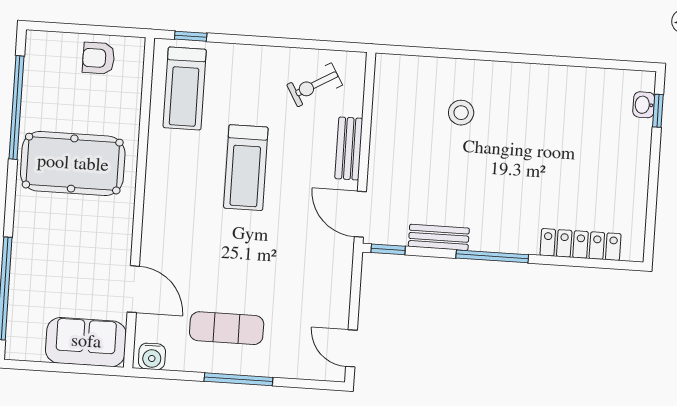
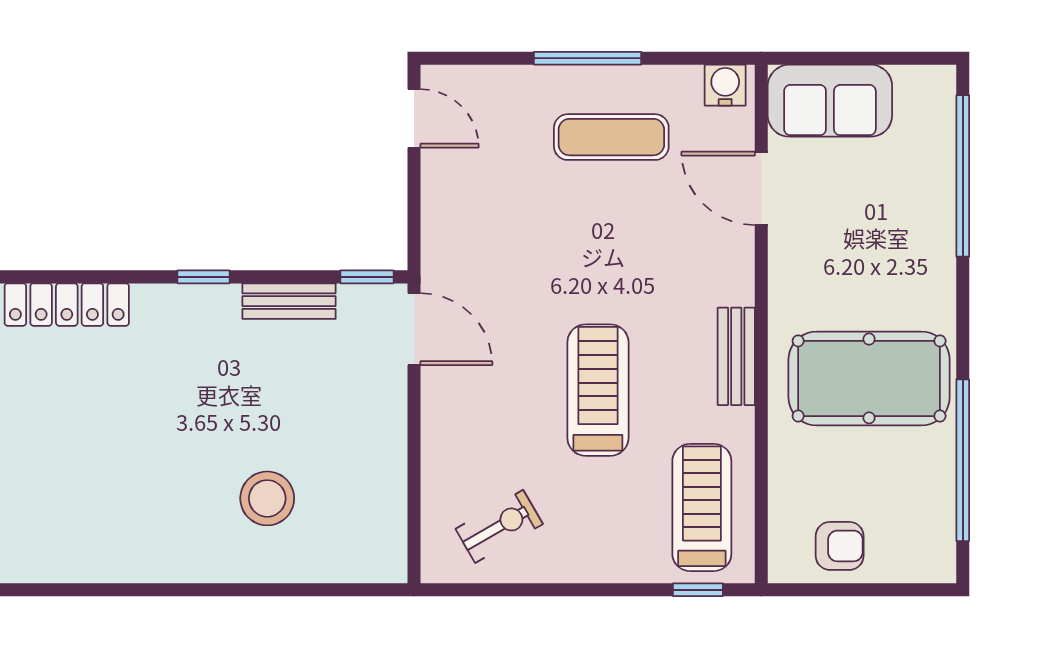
stool: (461, 113) -> (267, 498), width x1.38, depth x1.38
bench: (349, 148) -> (736, 356), moved
window: (492, 256) -> (204, 277), width x0.46

